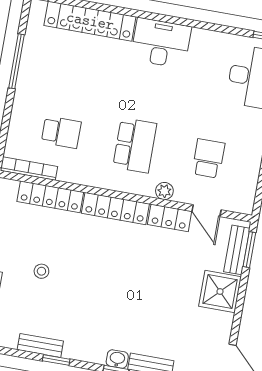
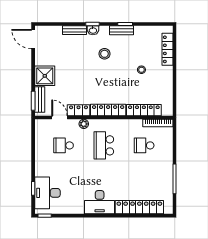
school desk: (208, 158) -> (64, 145), turned 90
stool: (104, 312) -> (104, 54), added
bench: (40, 345) -> (122, 30), moved

